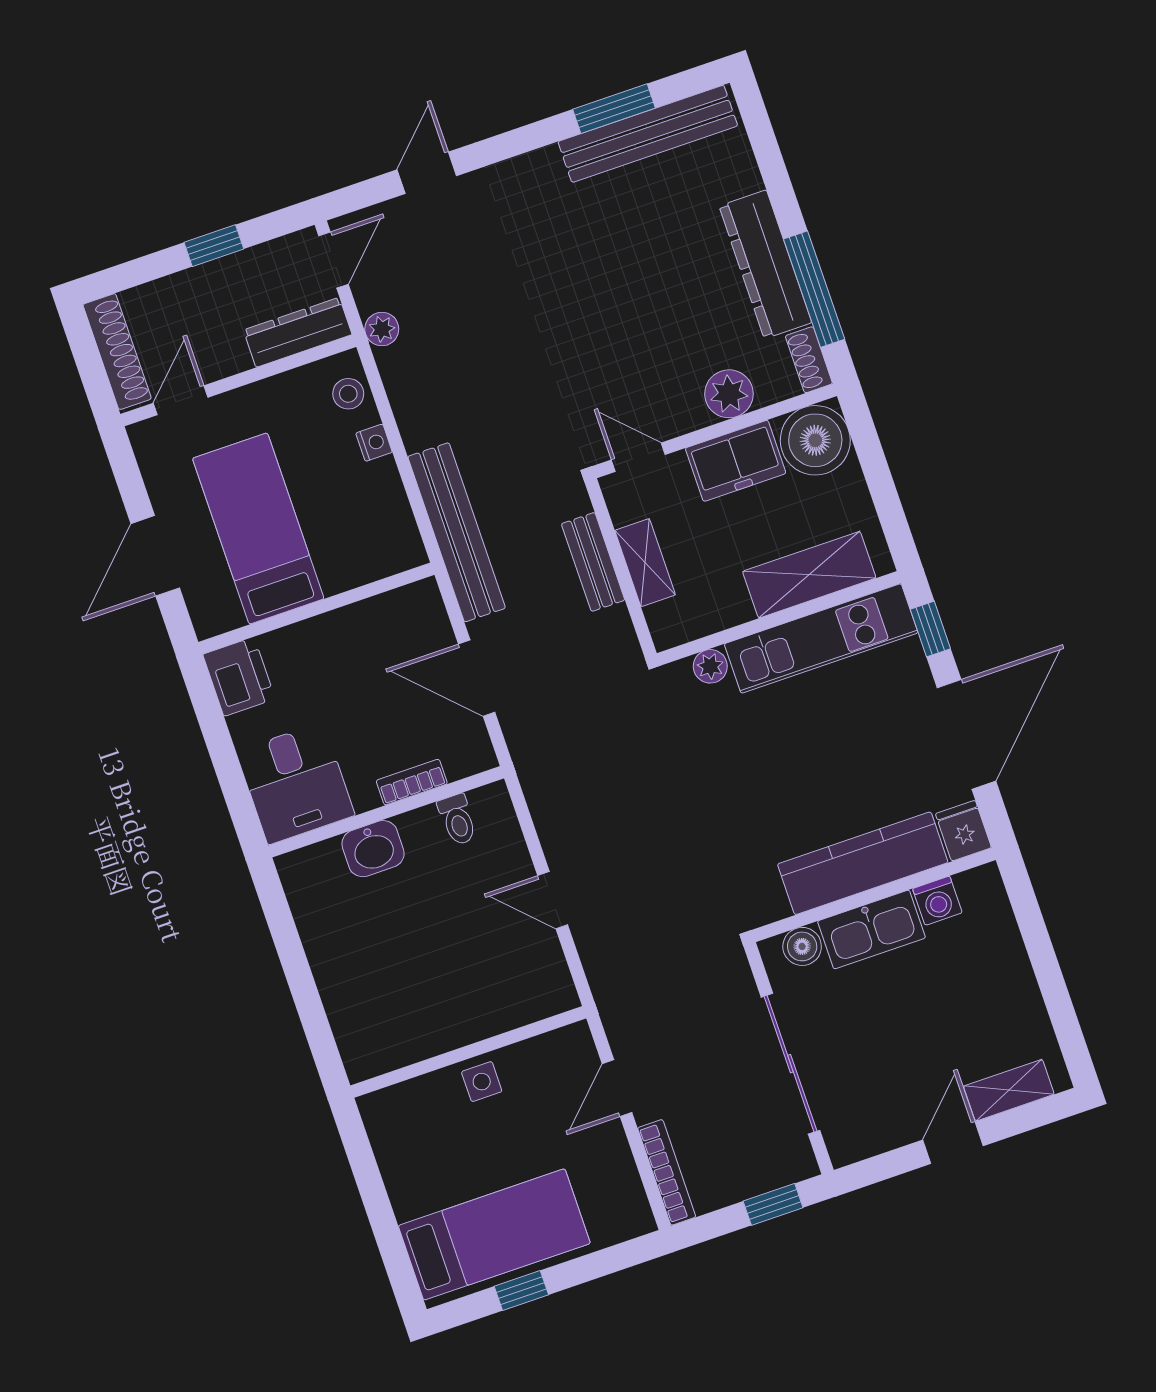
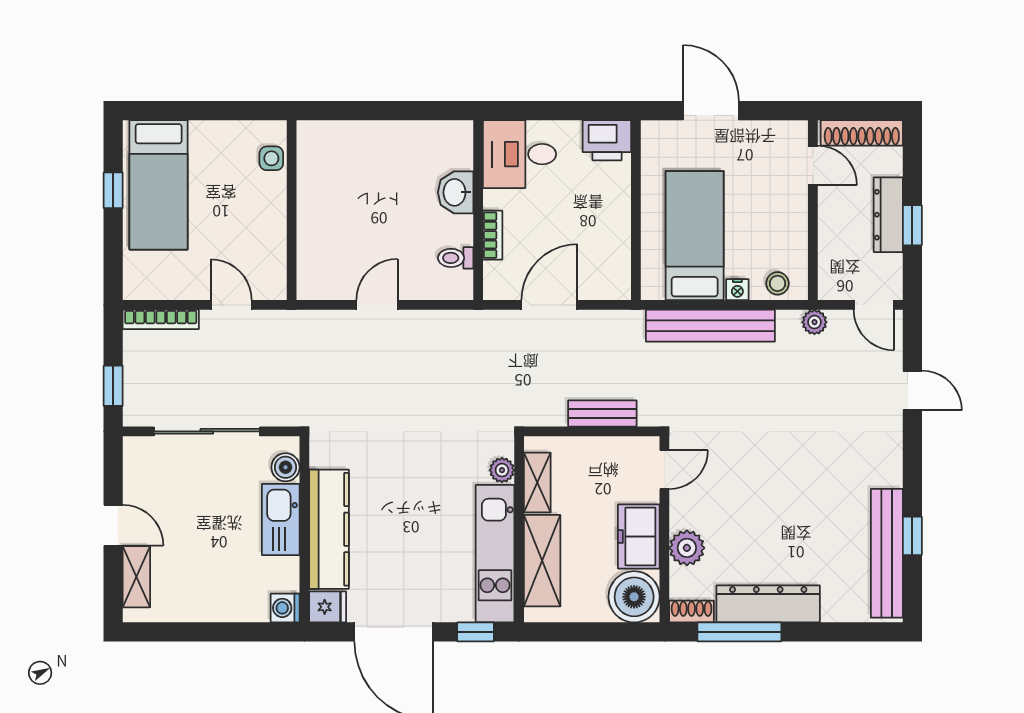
window: (614, 109) -> (912, 536), width x0.67
dresser: (298, 332) -> (888, 215), moved, turned 180
bed: (258, 529) -> (695, 236), moved, turned -90
bench: (457, 532) -> (710, 326), moved
shelving: (645, 563) -> (537, 483), moved, turned 90
washing machine: (937, 901) -> (285, 608), moved
side table: (482, 1082) -> (271, 158), moved

